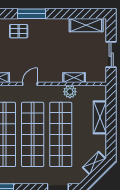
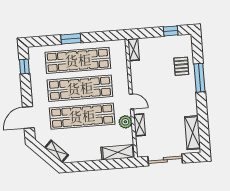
sliding door: (111, 55) -> (165, 160), width x1.37
door: (30, 84) -> (131, 101), moved
shelving: (100, 117) -> (118, 152), moved

